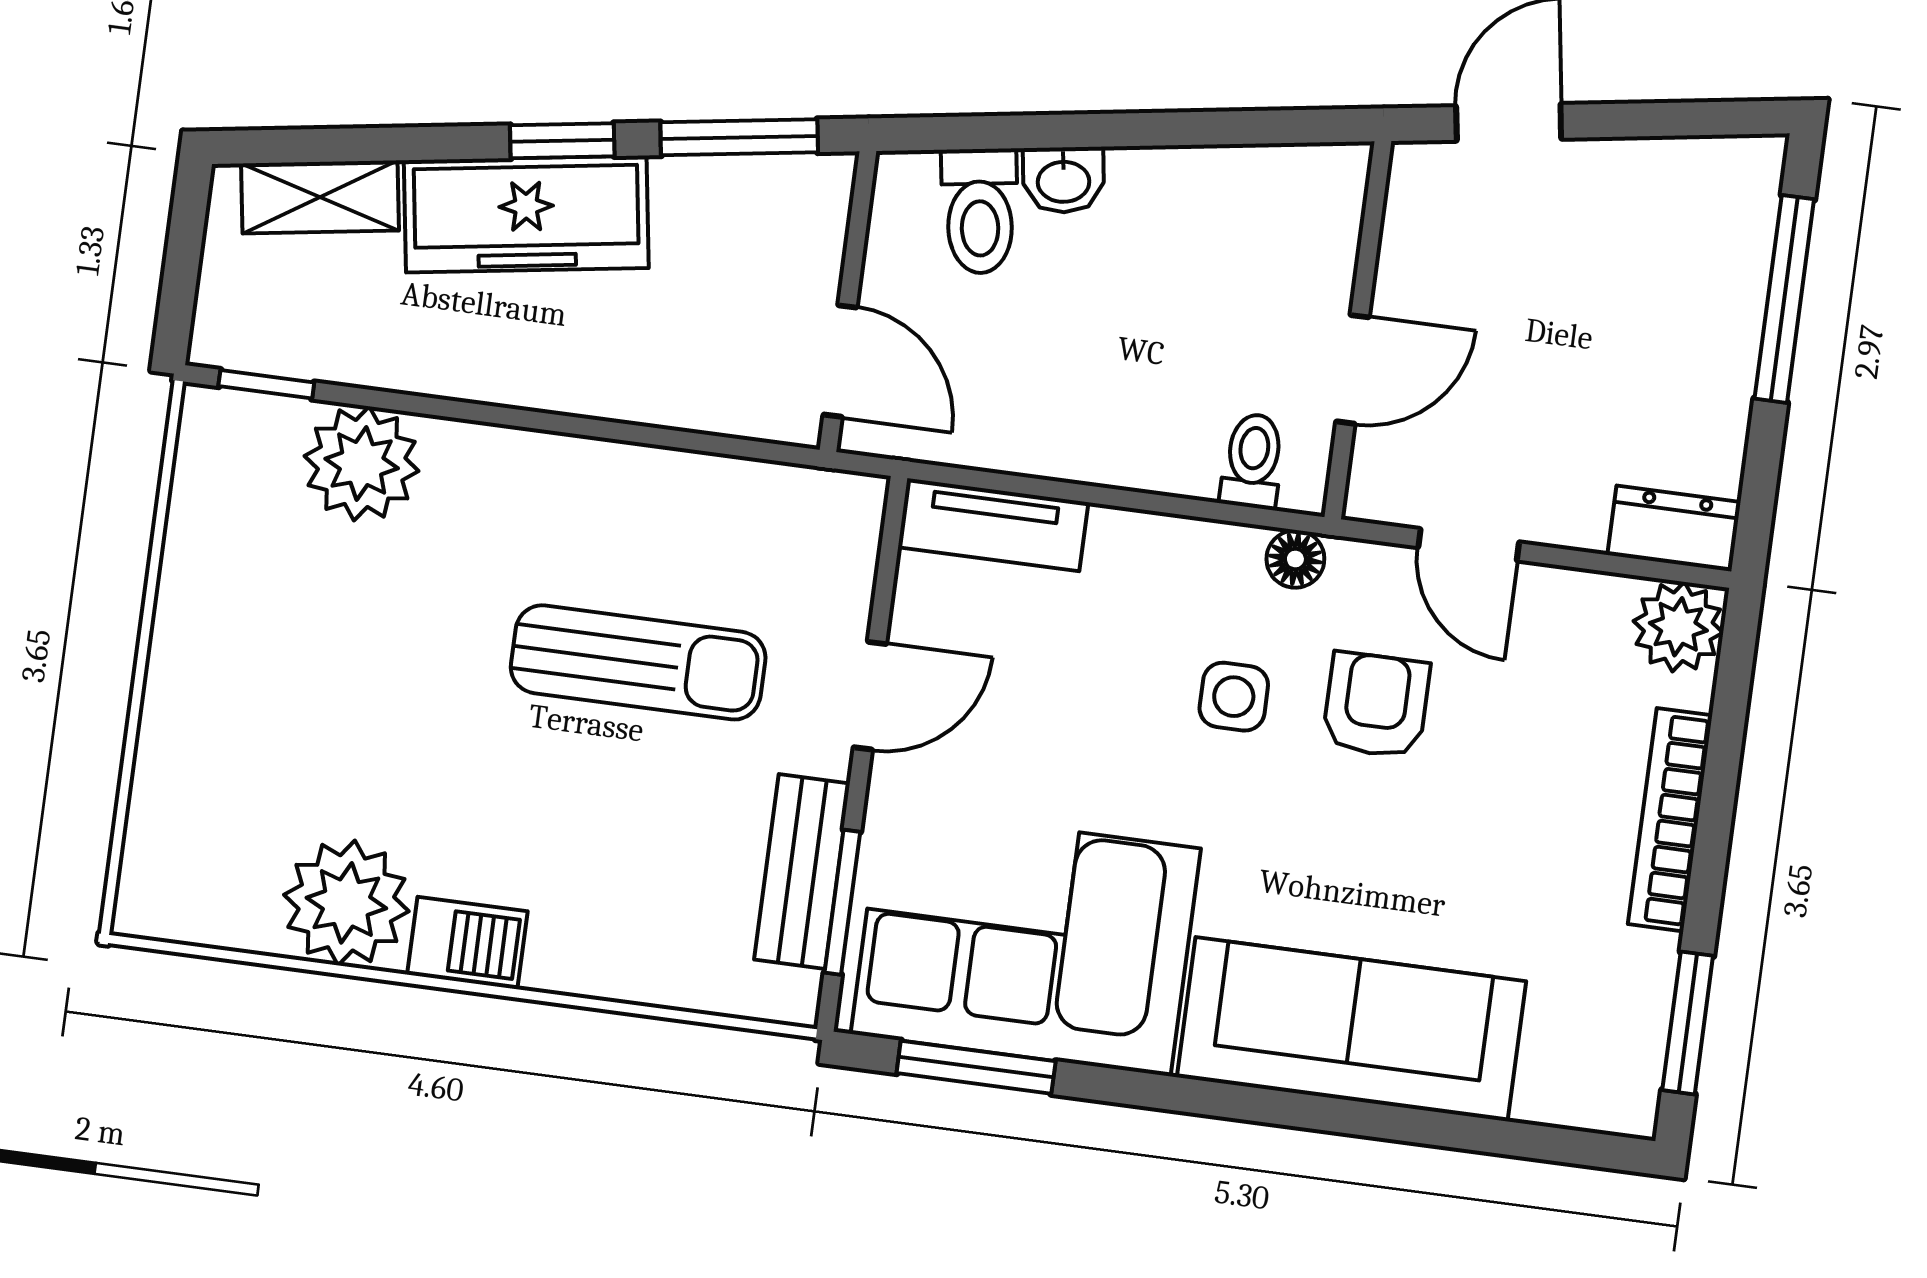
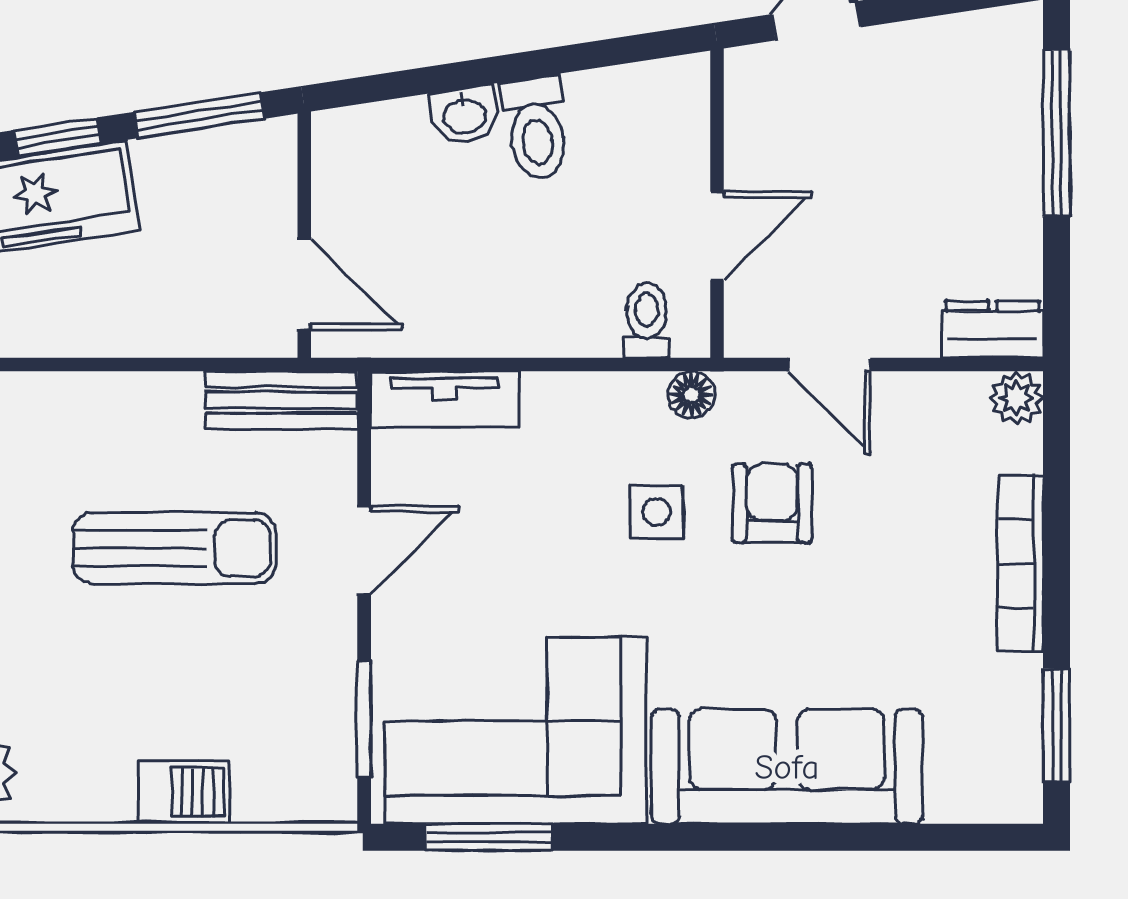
toilet: (980, 211) -> (536, 128), moved
plant: (1678, 627) -> (1017, 398), width x0.73, depth x0.73
bench: (802, 871) -> (281, 400), moved, turned 90
barbecue: (467, 943) -> (184, 792), moved

